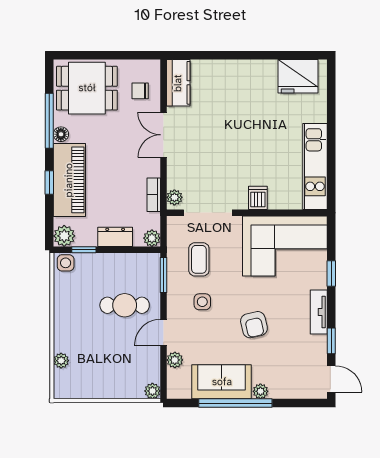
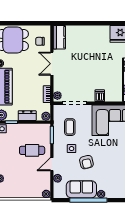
armchair: (254, 325) -> (86, 162), moved

